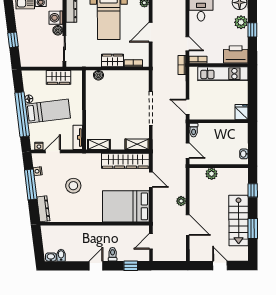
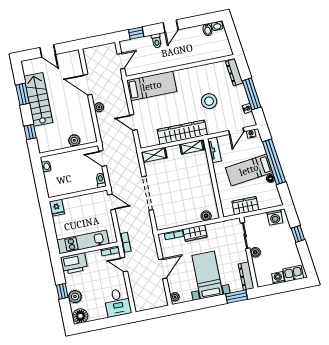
washing machine: (56, 18) -> (275, 217), moved, turned 90
wardrobe: (125, 161) -> (182, 132), moved
bed: (126, 206) -> (152, 86), width x0.67

